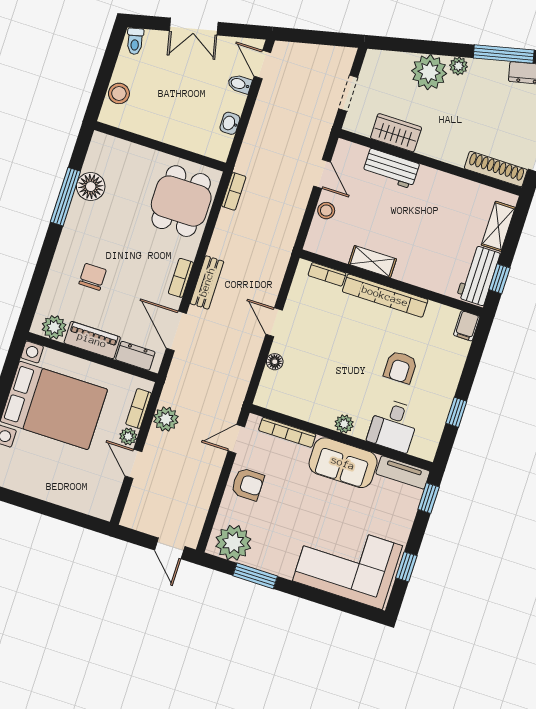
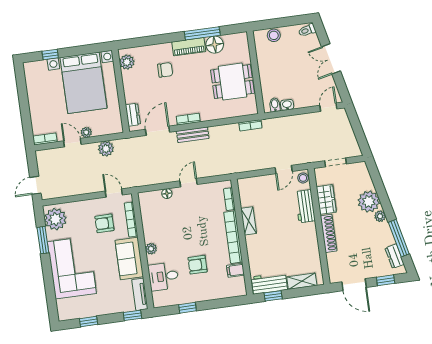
bidet: (240, 84) -> (275, 105), moved
shoe rack: (496, 169) -> (329, 233), moved
dining table: (181, 201) -> (232, 82), moved
stool: (326, 211) -> (303, 178), moved
filing cabinet: (467, 326) -> (235, 270), moved
piano: (92, 340) -> (189, 47), moved, turned 90
bookcase: (139, 409) -> (45, 139), moved
door: (133, 464) -> (72, 143), hinge flipped
armchair: (248, 484) -> (104, 223), moved, turned 90
corner sofa: (348, 563) -> (72, 268), moved

